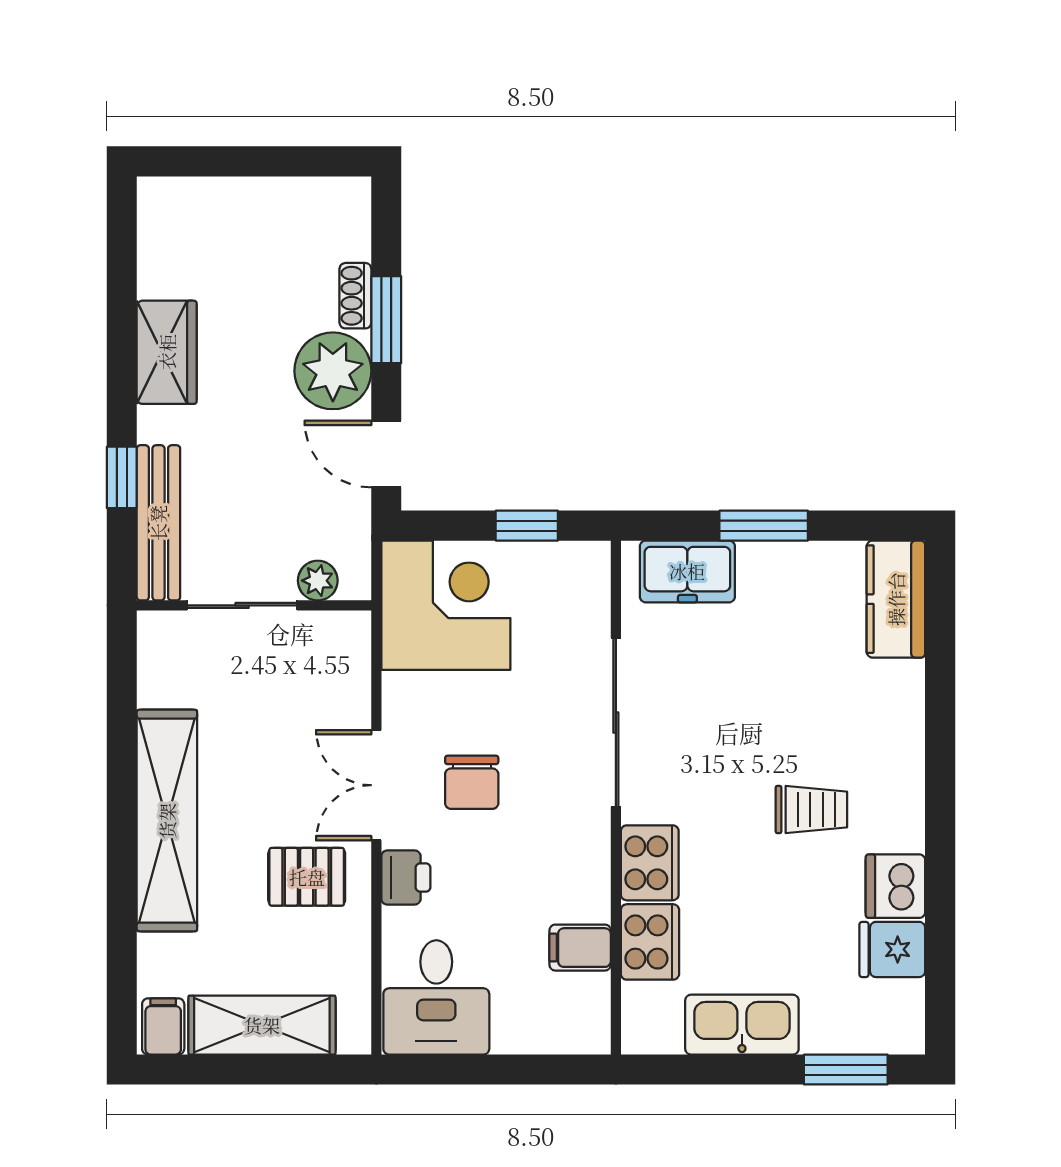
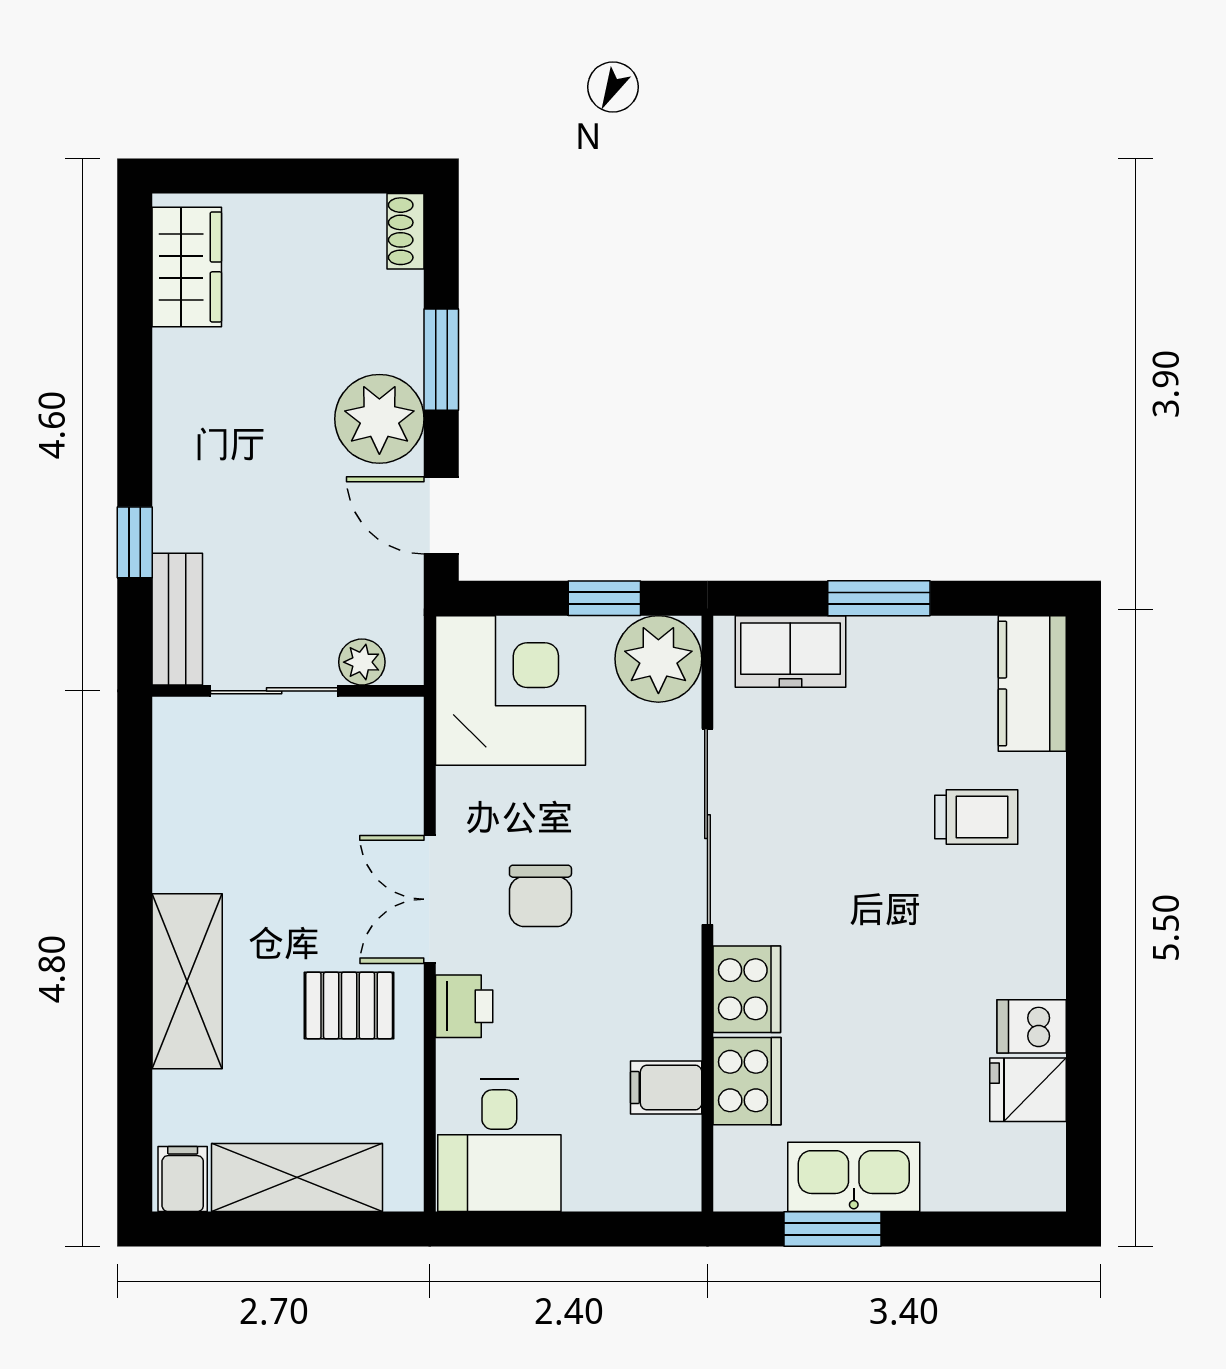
shoe rack: (355, 296) -> (406, 231), moved
wardrobe: (167, 352) -> (187, 267), moved
bench: (158, 523) -> (177, 619), width x0.73
plant: (573, 578) -> (658, 659), added
trolley: (811, 810) -> (976, 817), moved
shelving: (167, 821) -> (187, 981), width x0.68
dishwasher: (895, 886) -> (1032, 1026), width x0.73
window: (846, 1070) -> (832, 1229), moved

